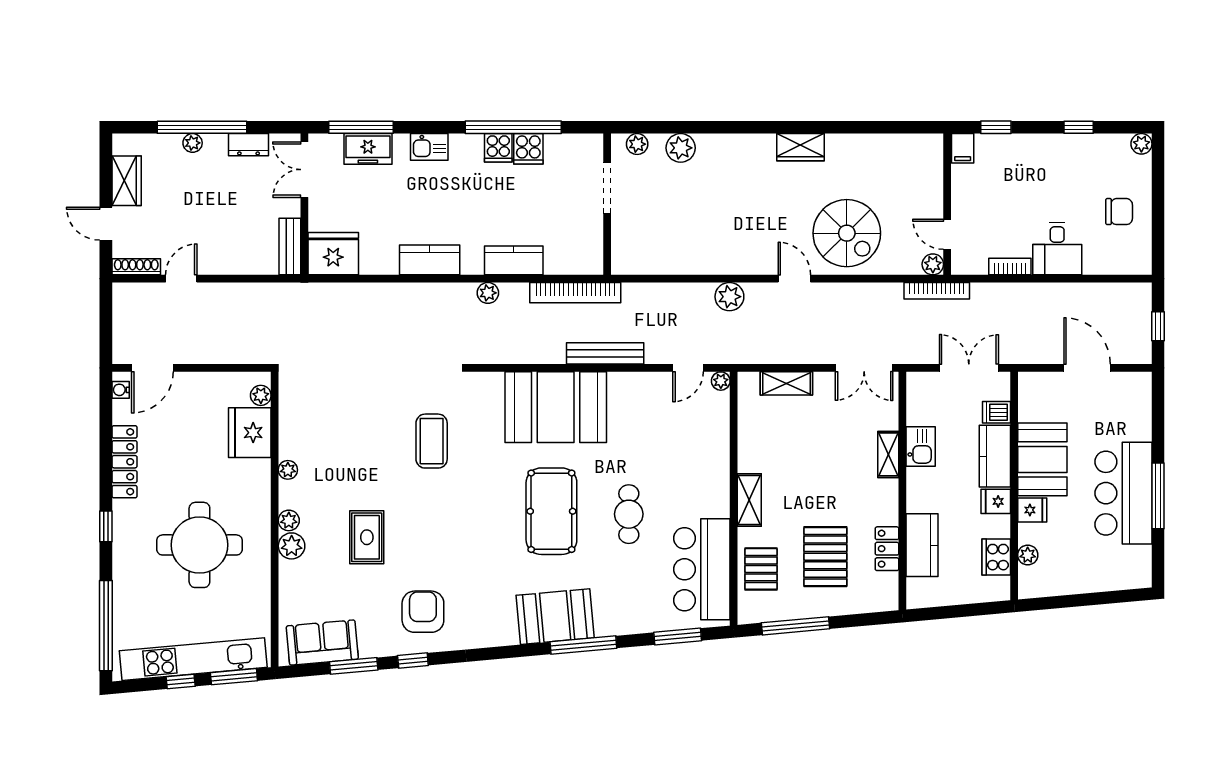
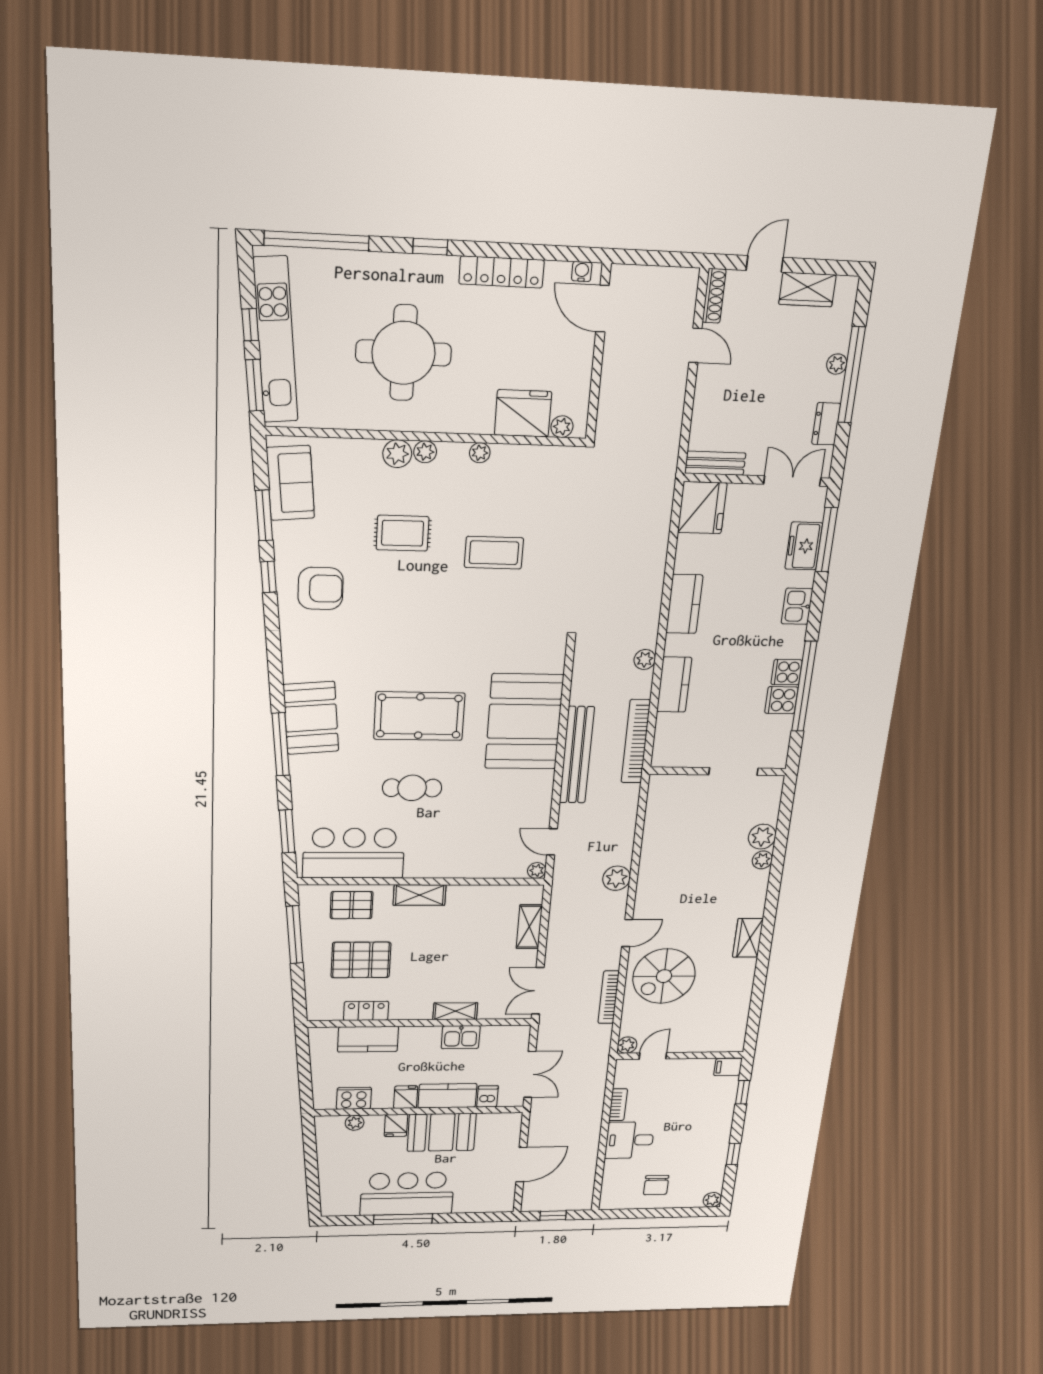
plant: (637, 144) -> (762, 860), moved
bookcase: (937, 291) -> (609, 997), moved
bench: (605, 353) -> (577, 755), width x1.37, depth x1.21
coffee table: (432, 441) -> (494, 553), moved

